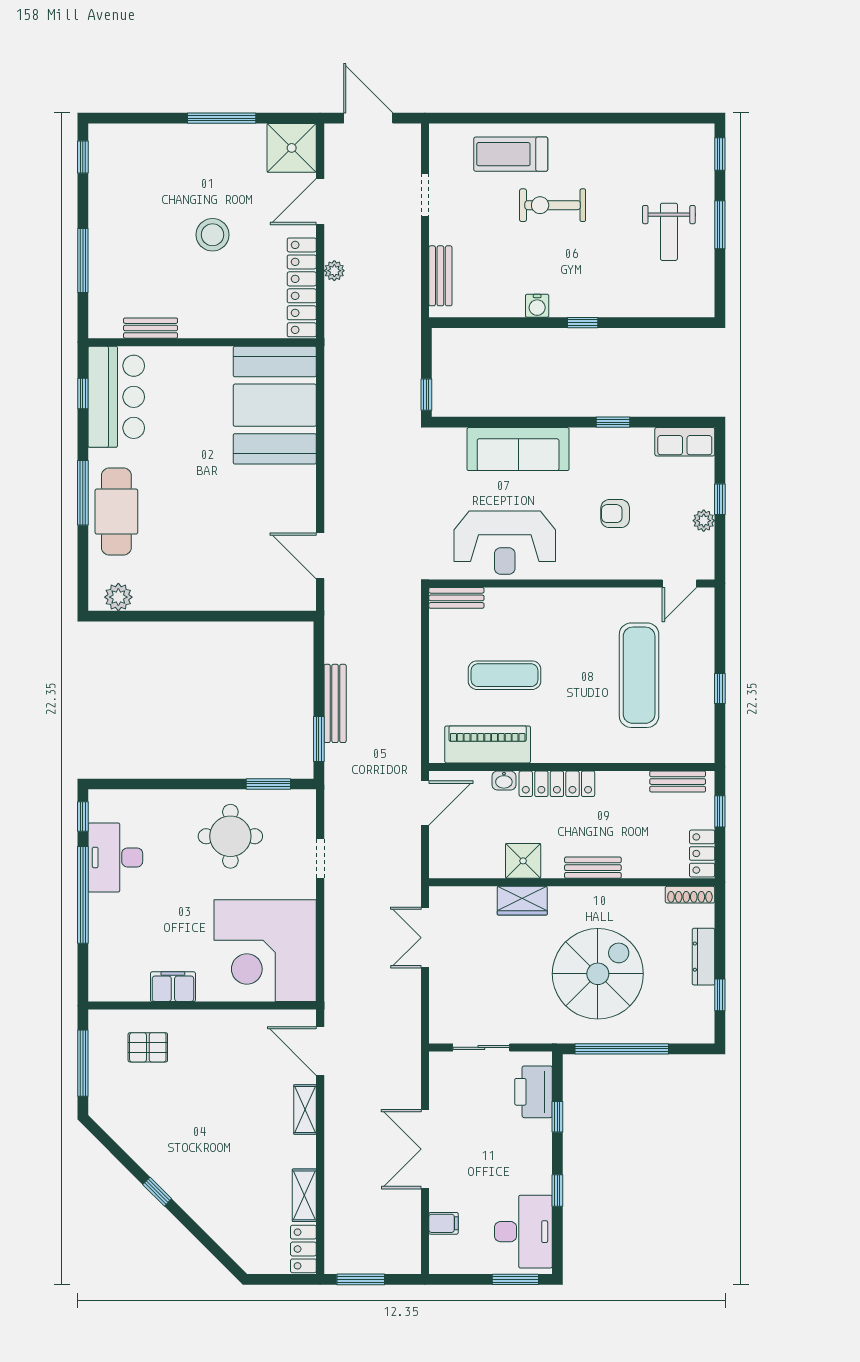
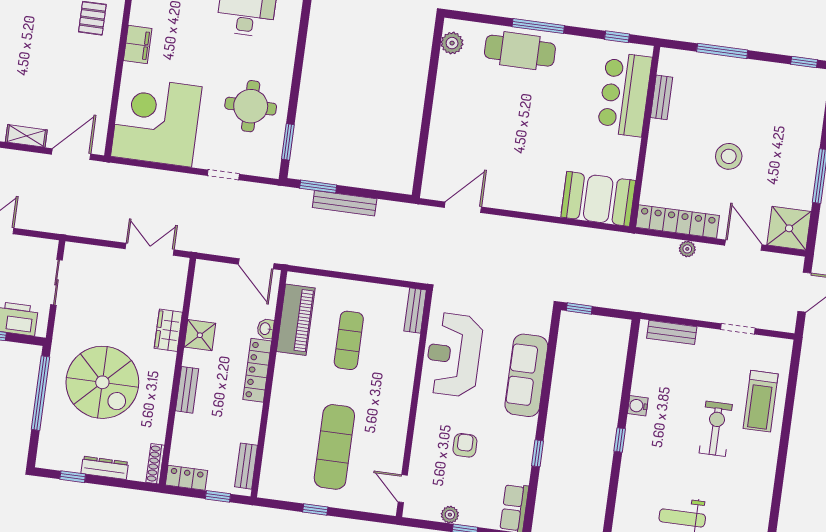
treadmill: (511, 154) -> (761, 401), turned 180
bar counter: (116, 397) -> (625, 94), moved, turned 90
booth: (275, 405) -> (598, 199), width x0.73, depth x0.70
exercise mat: (639, 675) -> (334, 447), turned 90

